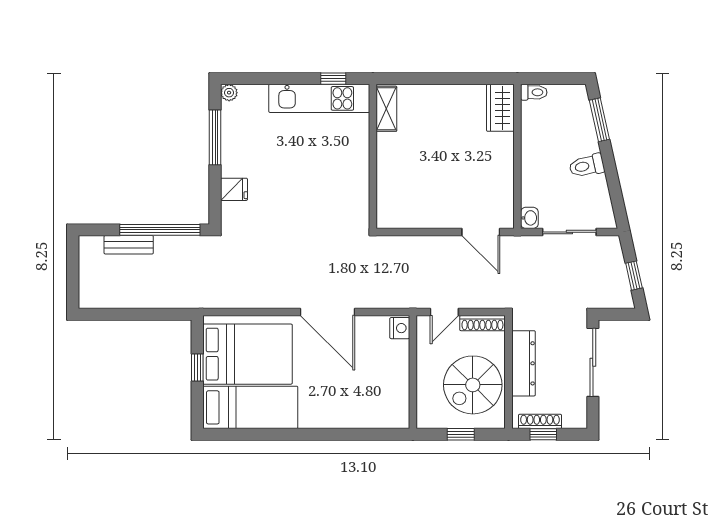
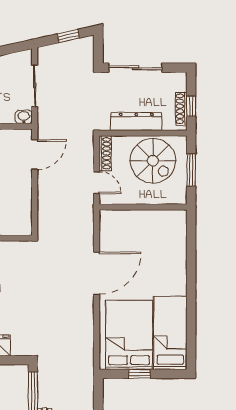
nightstand: (400, 328) -> (109, 217), removed
window: (461, 434) -> (191, 170), width x1.50

